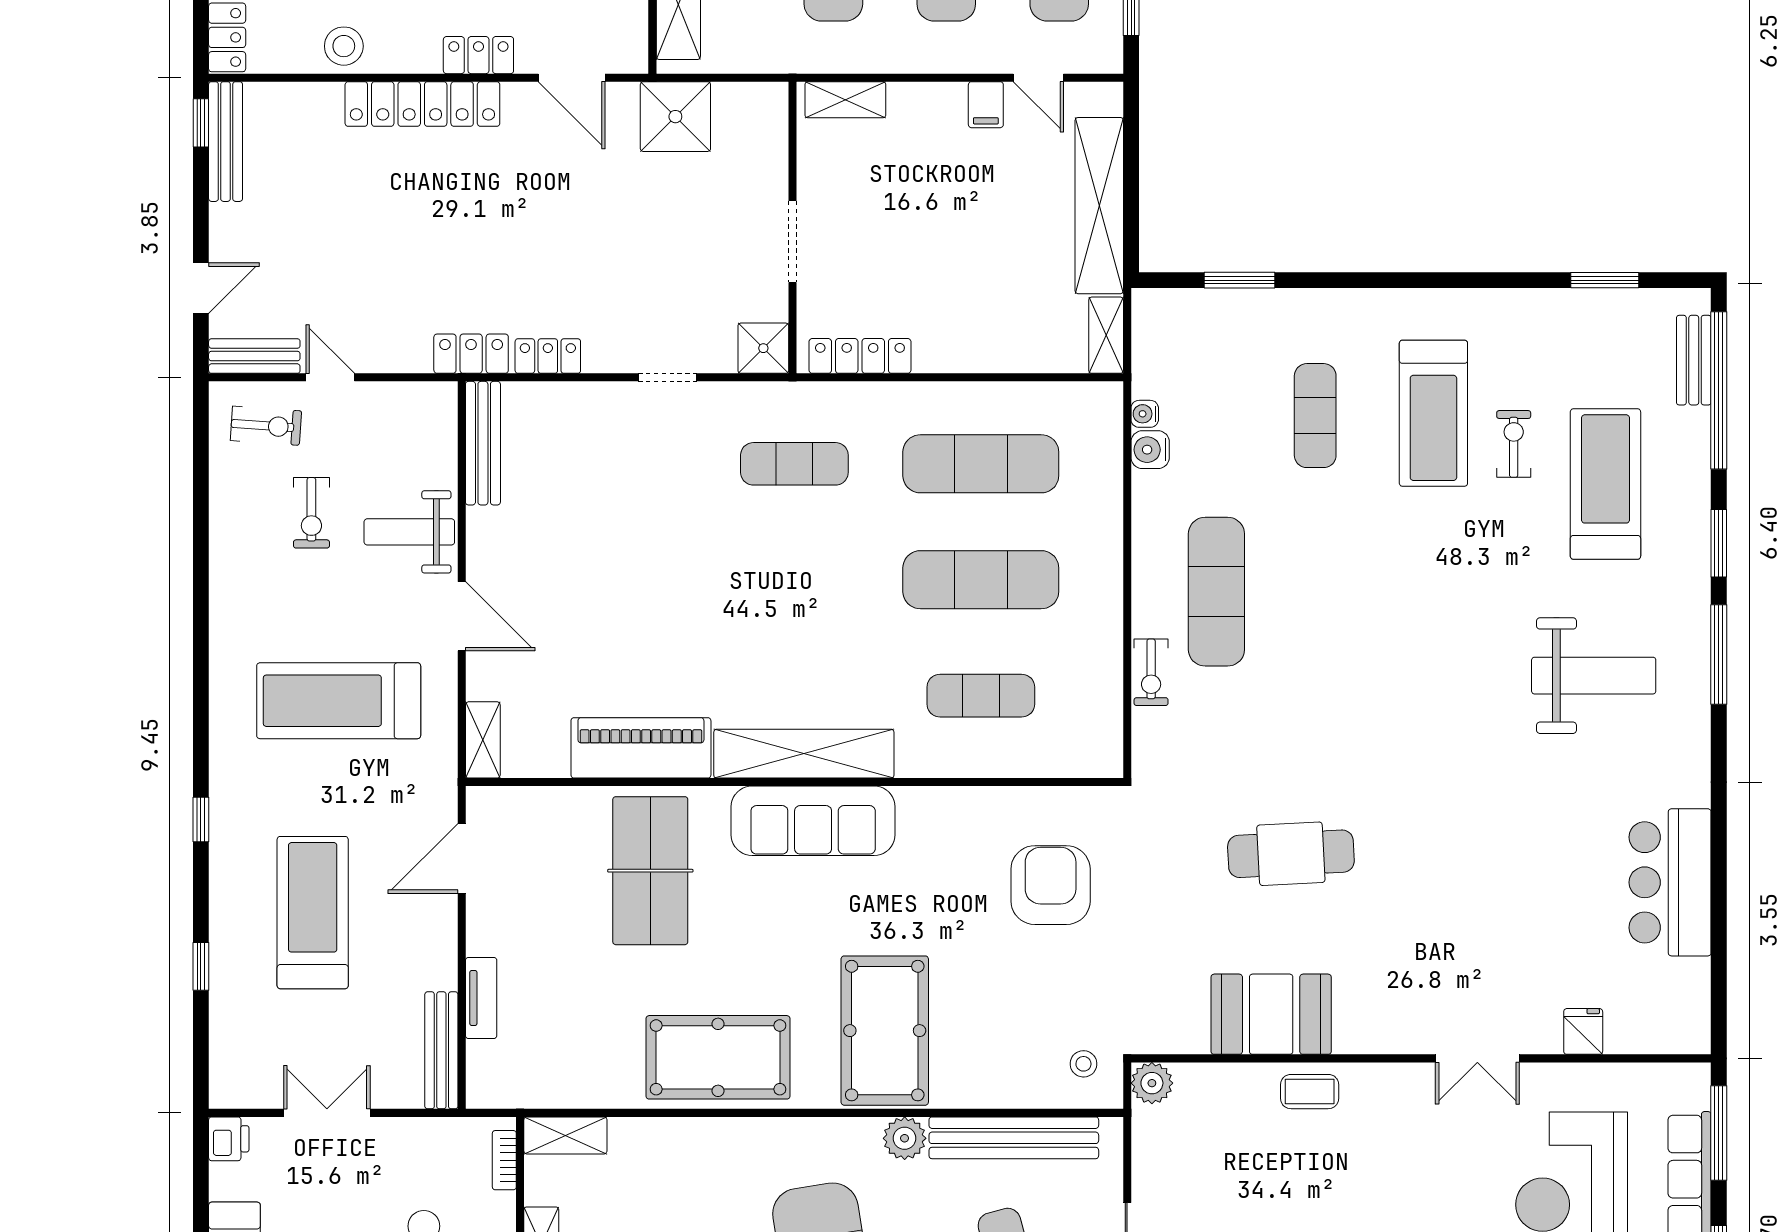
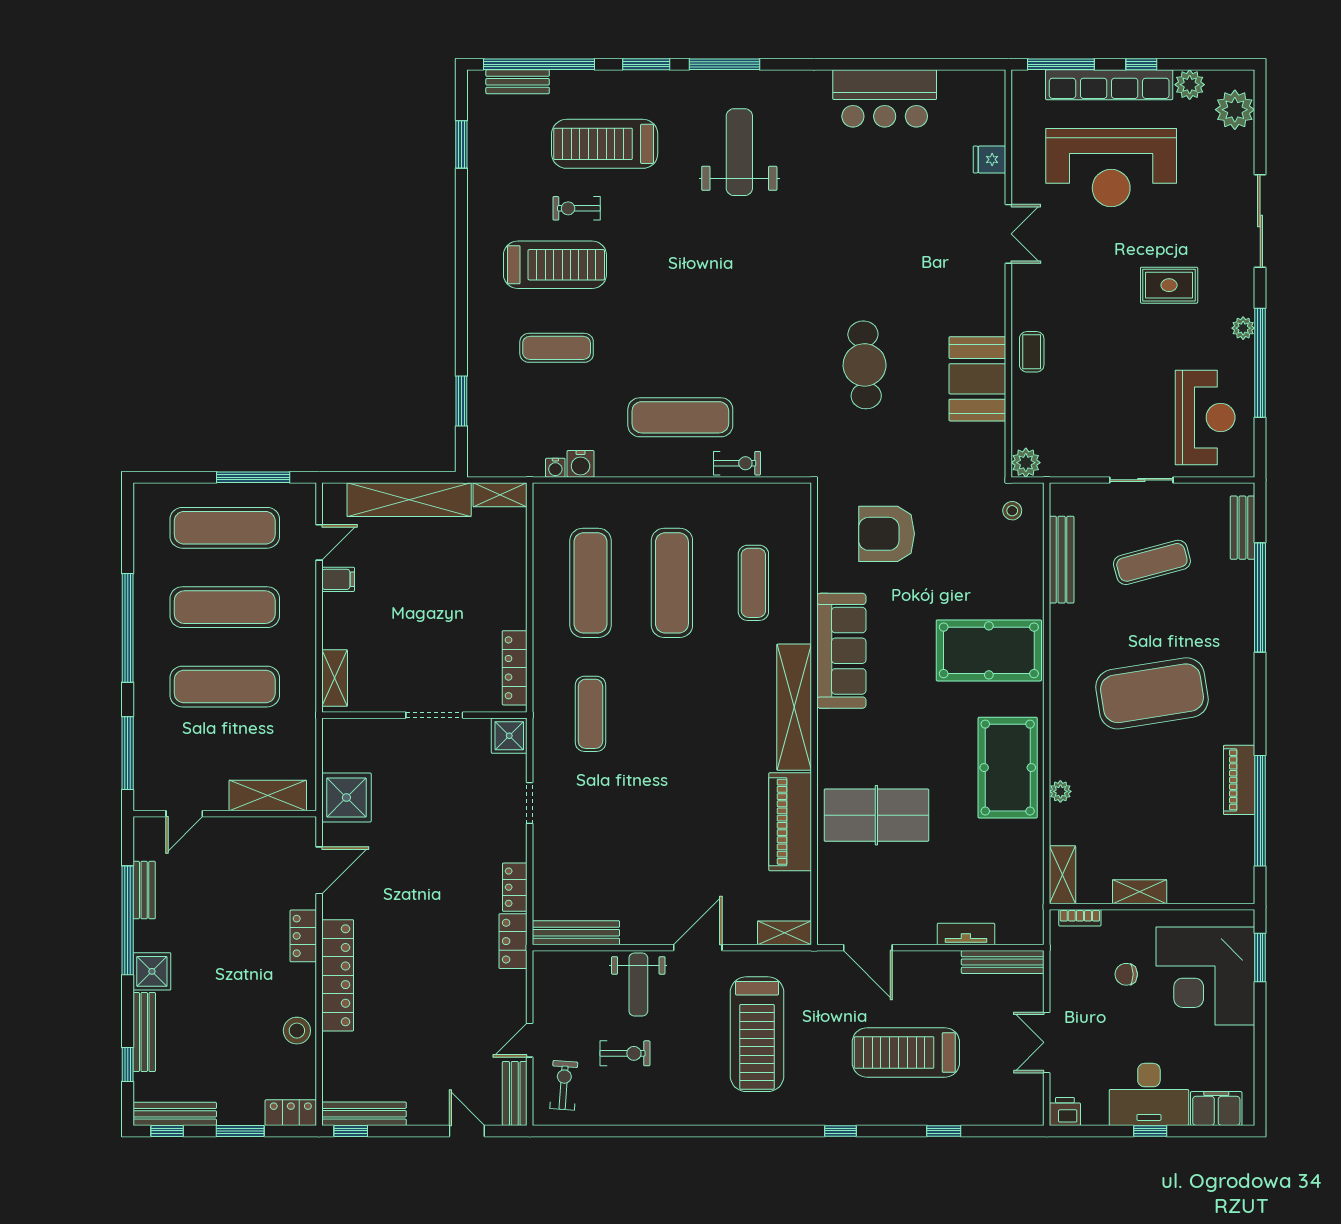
sofa: (813, 821) -> (841, 651), moved
plant: (905, 1138) -> (1060, 791), moved, width x0.73, depth x0.73
bench: (1014, 1138) -> (1062, 560), width x0.73, depth x0.82

